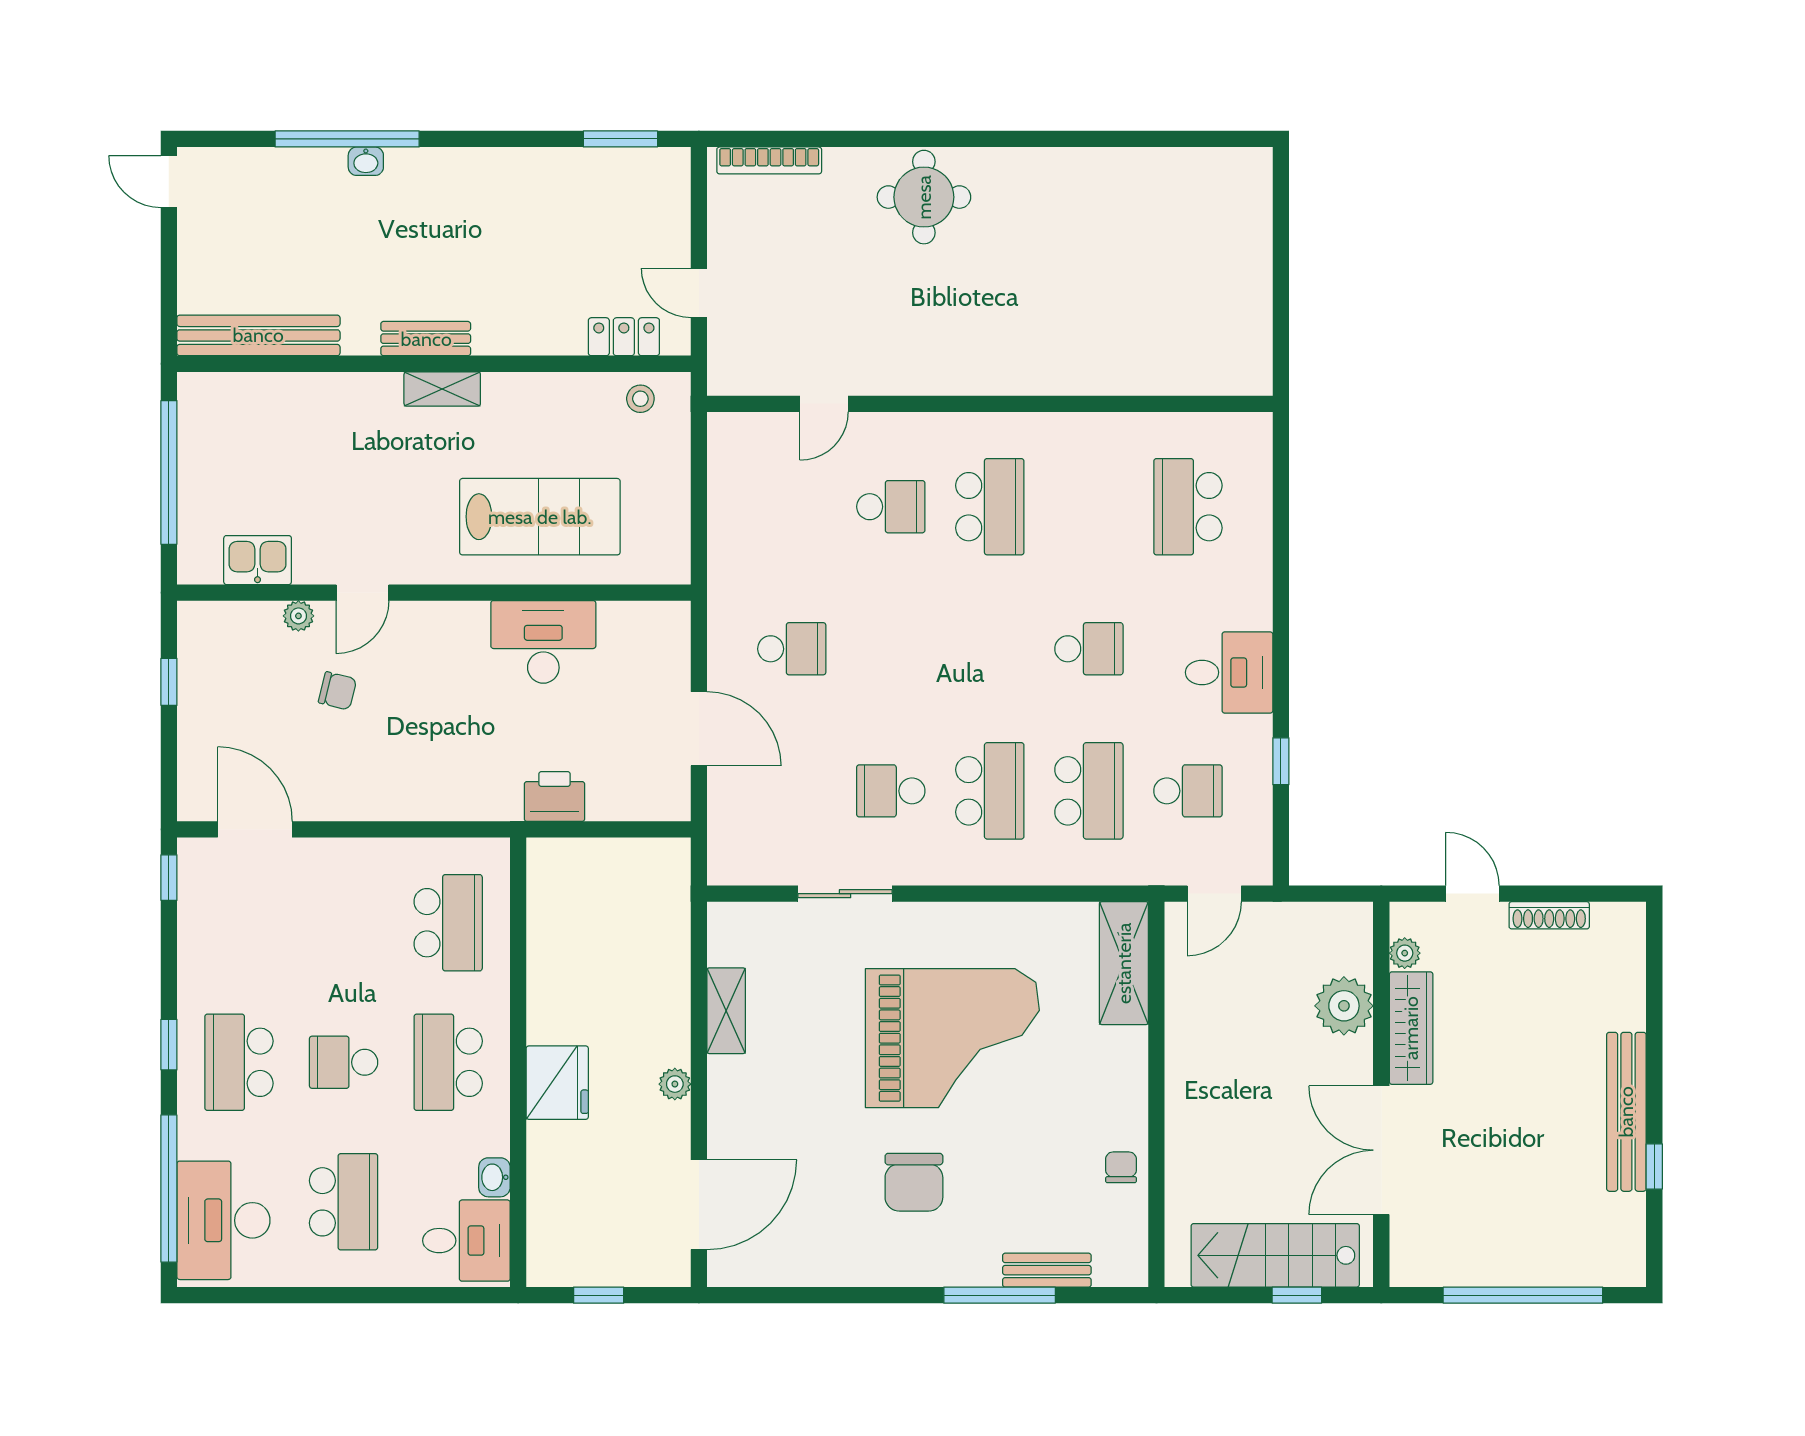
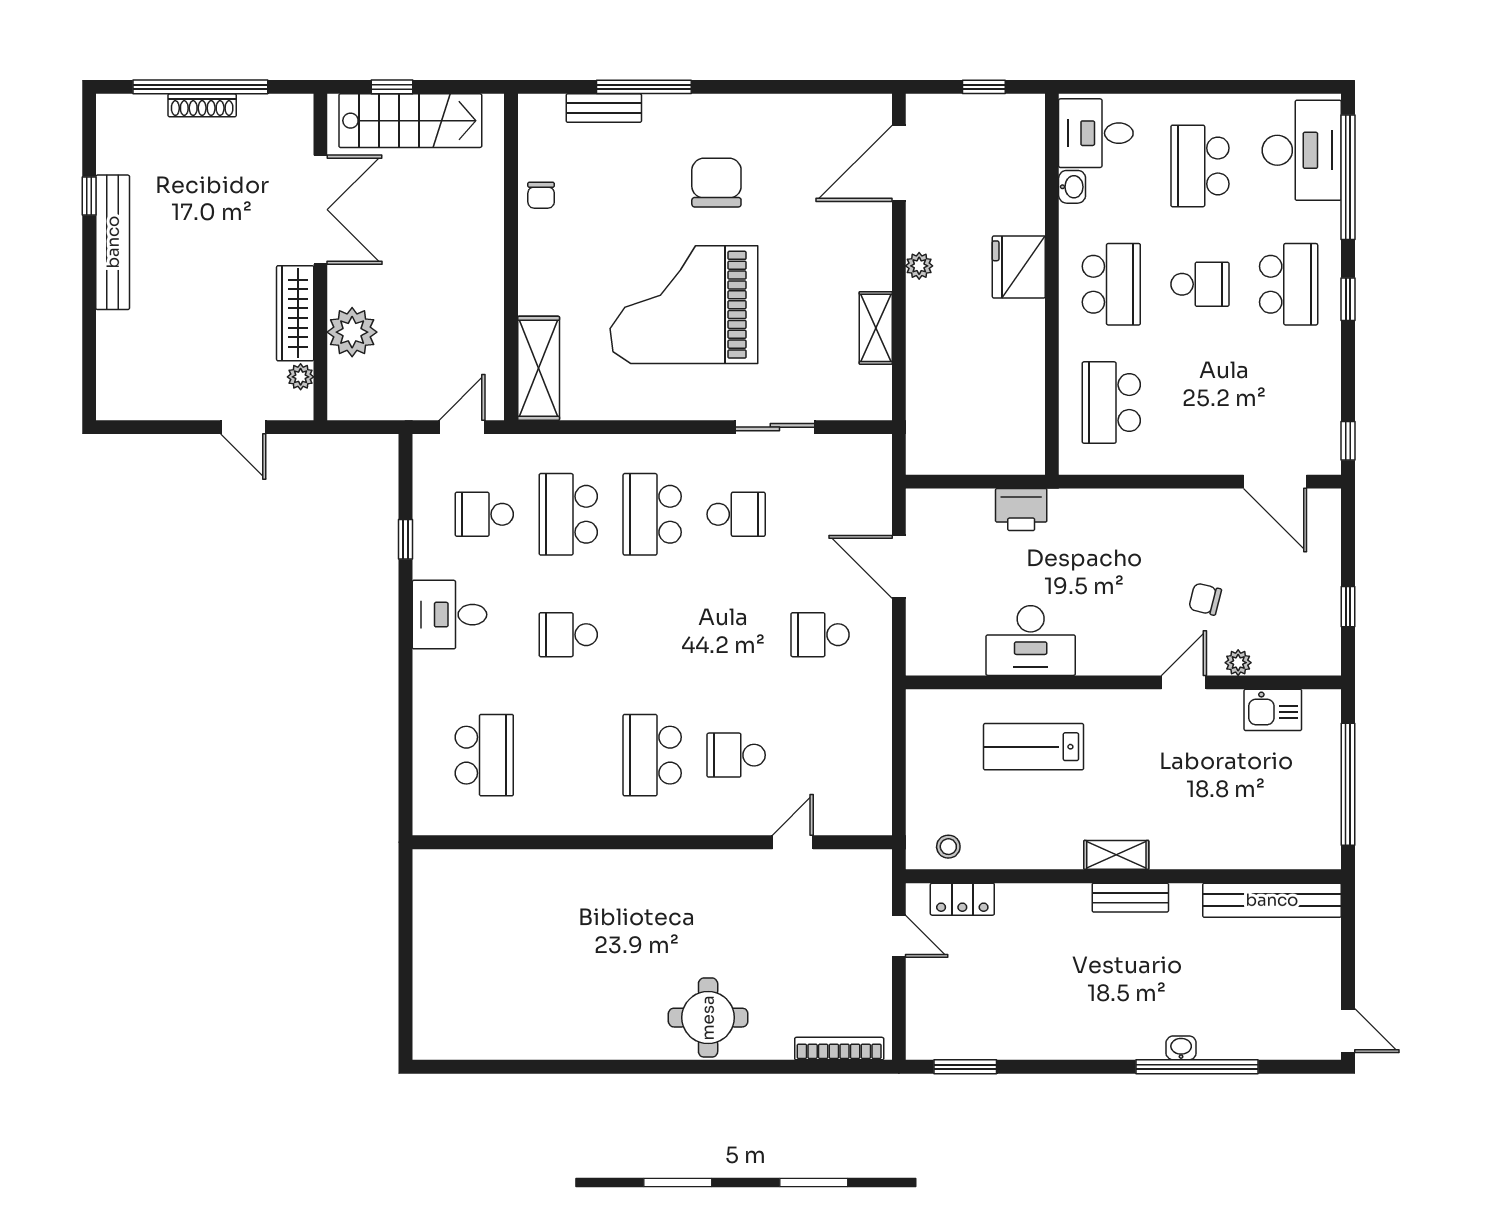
lab bench: (540, 517) -> (1034, 747), width x0.73, depth x0.72
shoe rack: (1549, 915) -> (202, 105), moved, turned 180

